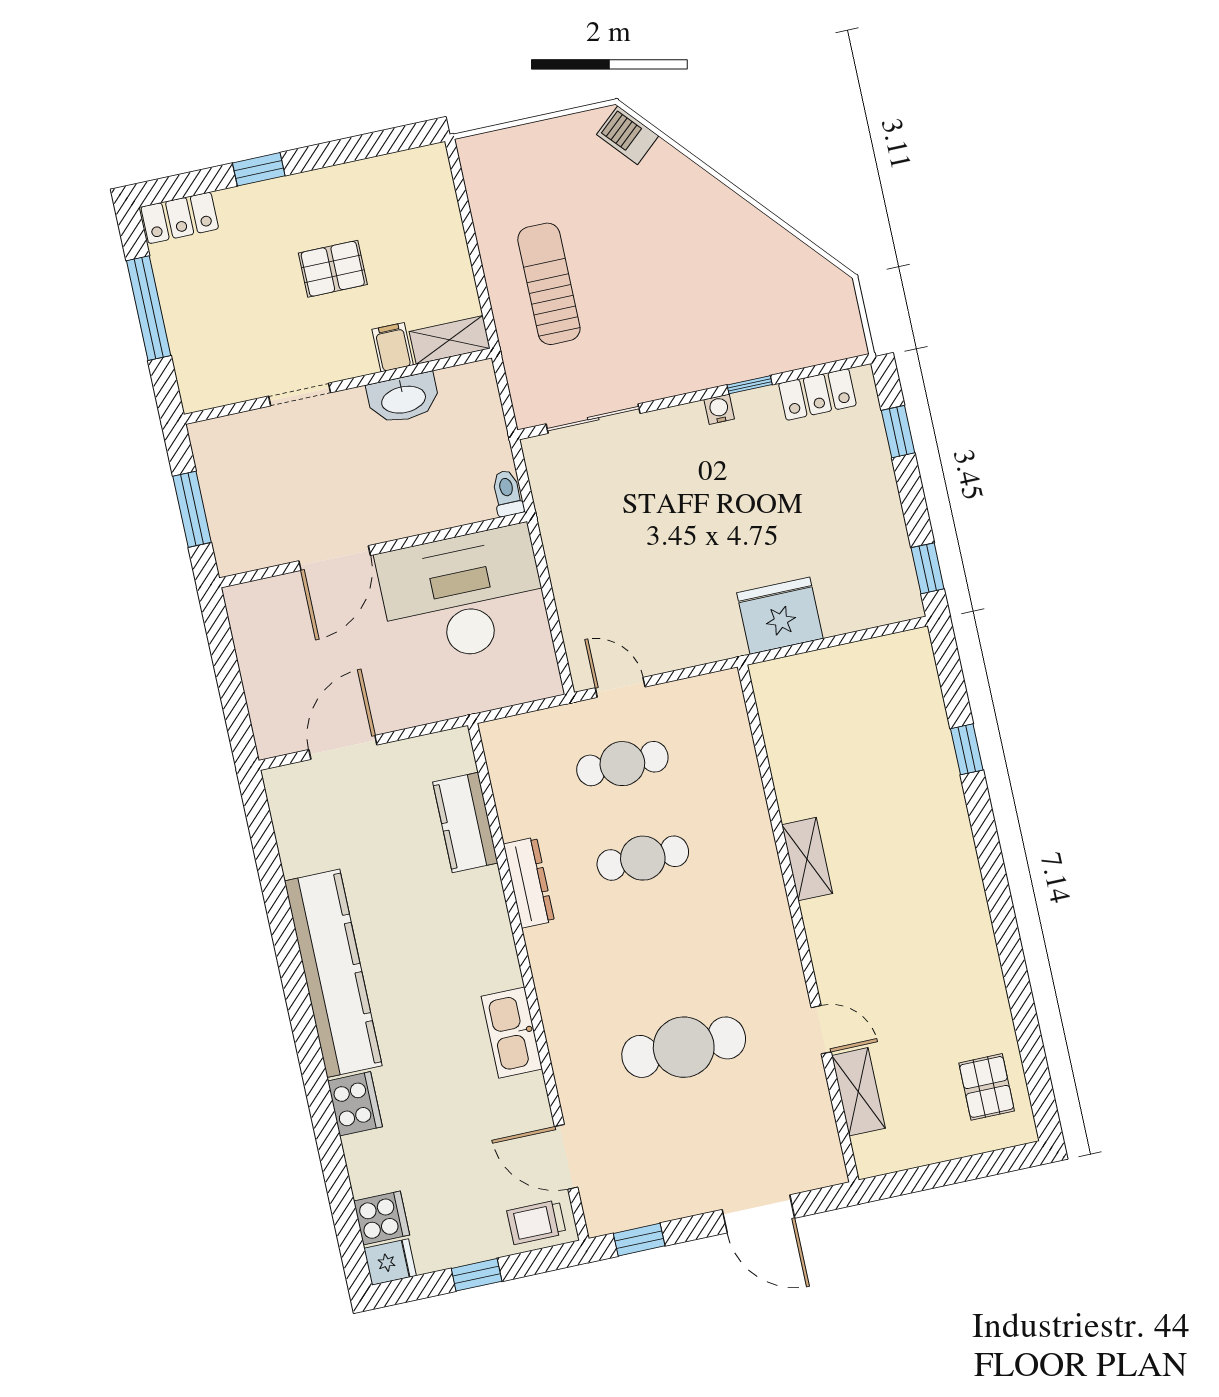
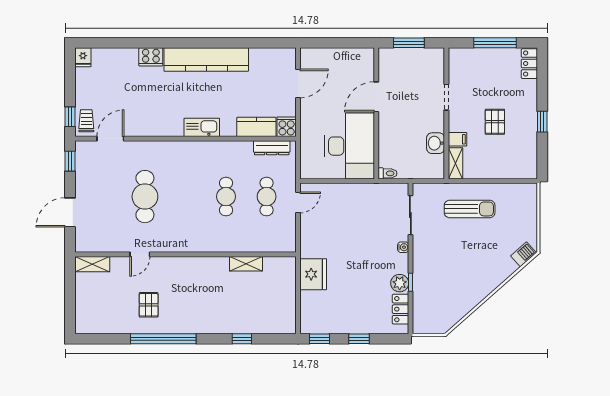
window: (259, 169) -> (542, 122), moved
washbasin: (403, 398) -> (436, 143), width x0.72
water cooler: (719, 409) -> (403, 247), moved
plant: (757, 410) -> (400, 283), added
window: (898, 432) -> (359, 339), moved
door: (335, 558) -> (376, 97), hinge flipped
door: (343, 747) -> (298, 84), hinge flipped
shelving: (807, 859) -> (246, 264), moved
dresser: (529, 883) -> (272, 148), moved
window: (1006, 933) -> (163, 339), added
kitchen sink: (512, 1033) -> (202, 127), moved
pallet: (987, 1087) -> (149, 305), moved, turned 90
shelving: (858, 1092) -> (92, 264), moved
cooker: (382, 1218) -> (287, 127), moved, turned 180
window: (477, 1275) -> (70, 117), moved

